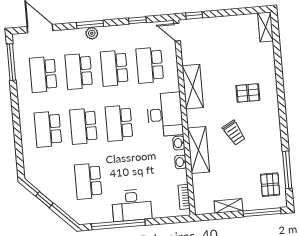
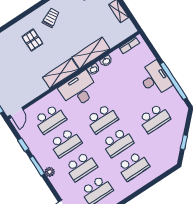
window: (90, 24) -> (37, 166), moved
shelving: (193, 87) -> (61, 73), moved
trolley: (234, 133) -> (51, 18), moved

